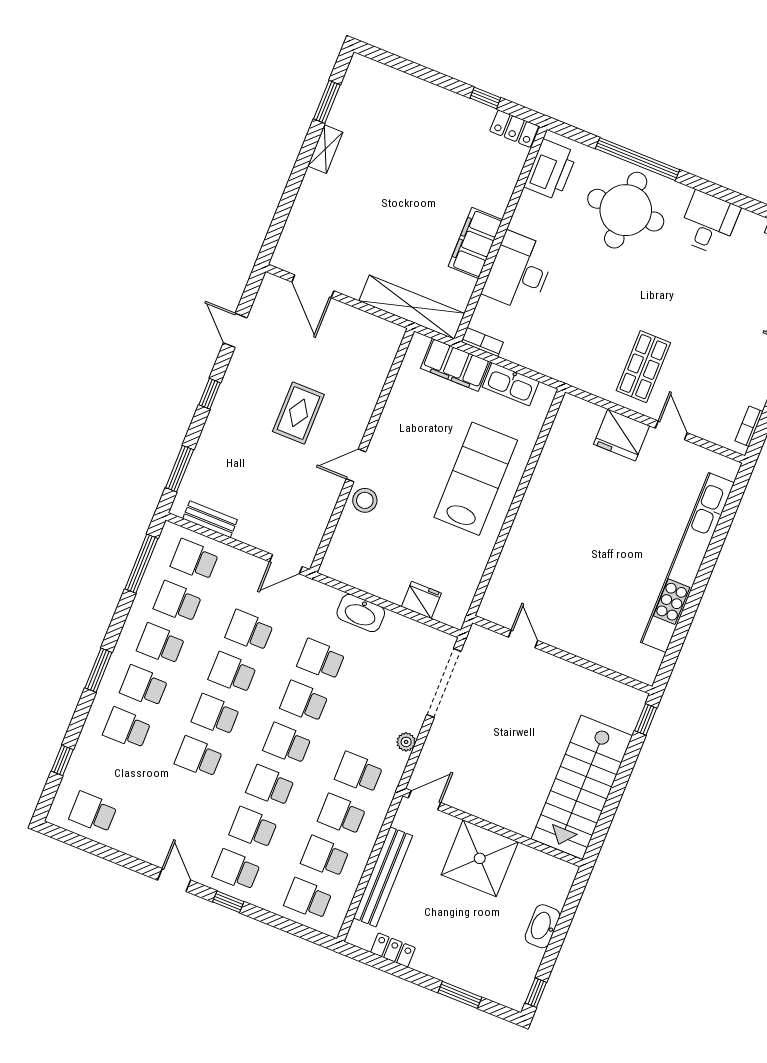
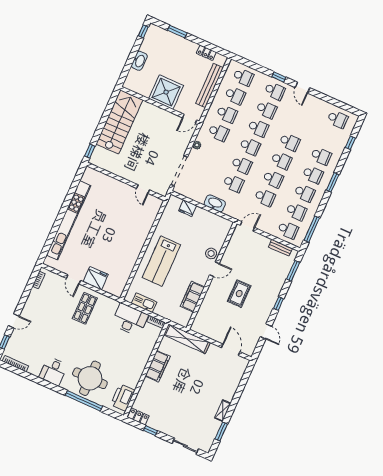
sliding door: (406, 66) -> (185, 446), added
desk: (519, 272) -> (130, 320), moved, turned -90
filing cabinet: (455, 365) -> (192, 297), moved, turned -90

